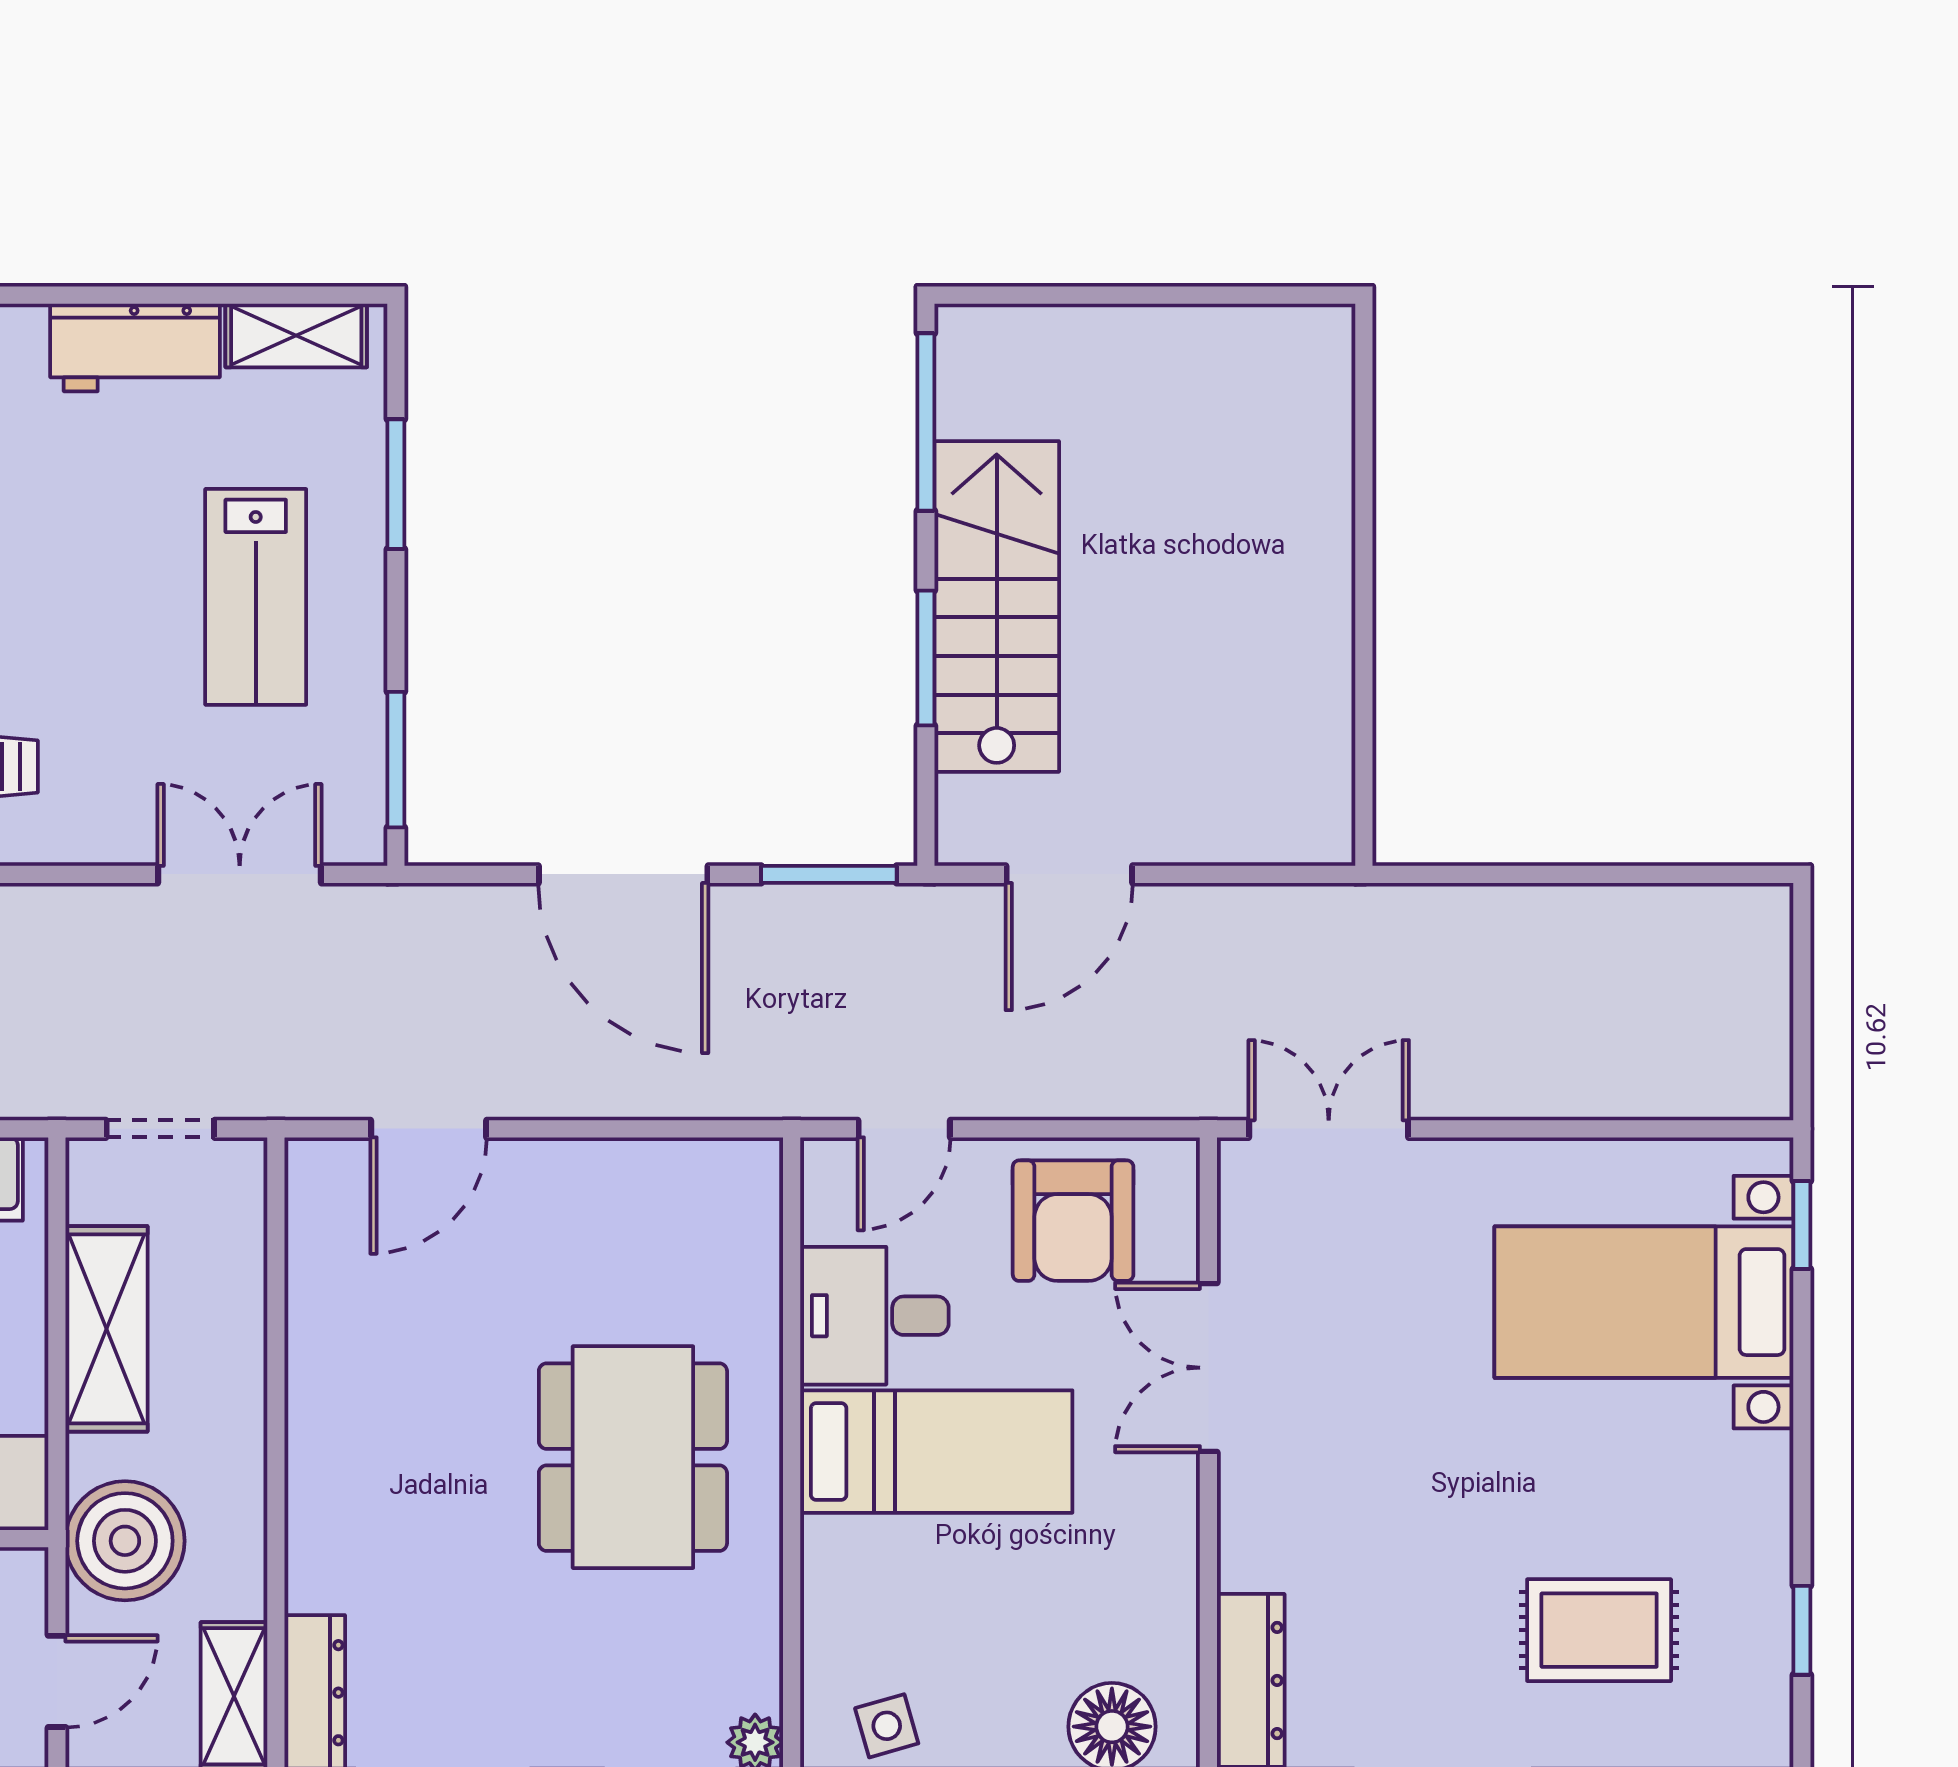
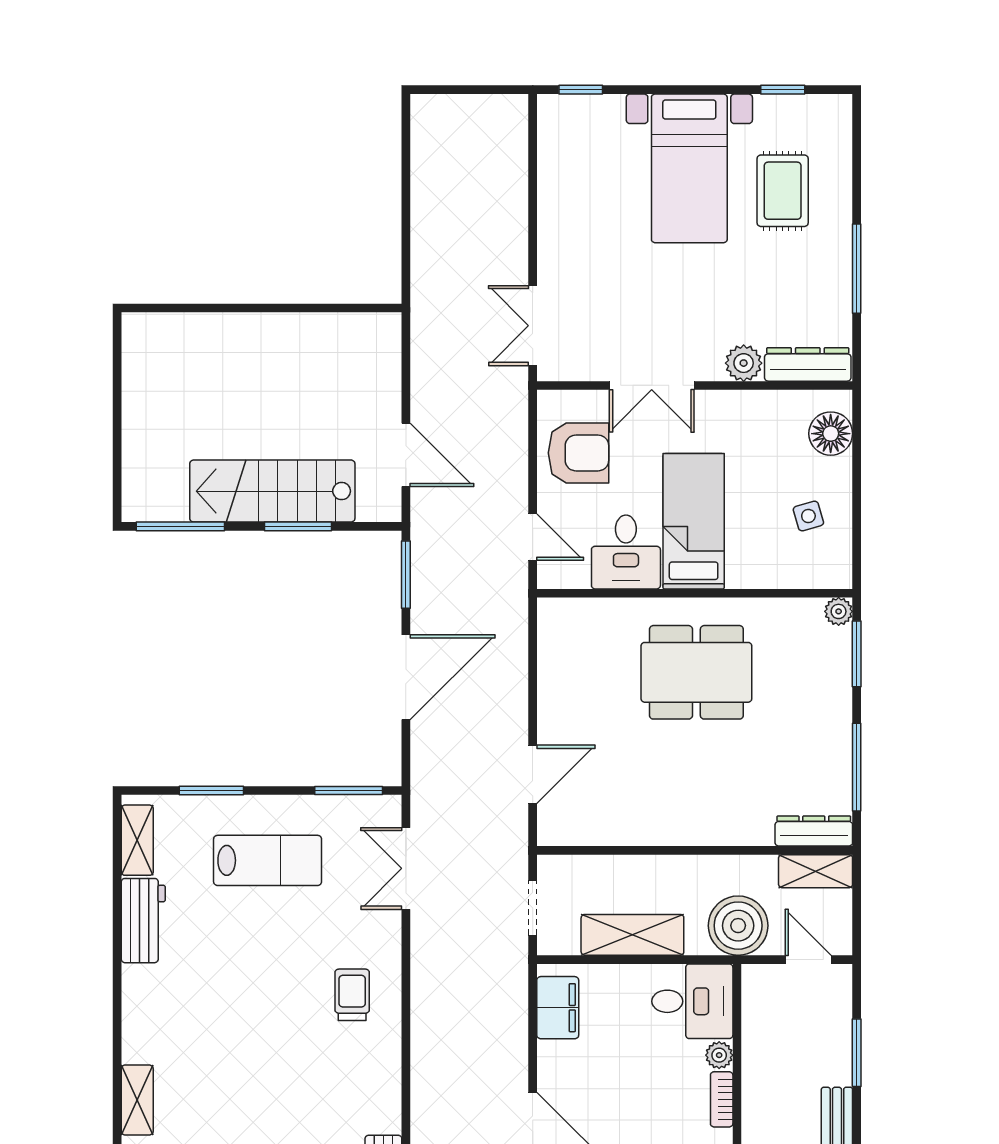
door: (429, 1129) -> (533, 774), hinge flipped
bed with nightstands: (1644, 1302) -> (689, 168), moved
plant: (1253, 1552) -> (744, 363), added
side table: (887, 1726) -> (808, 516), moved

